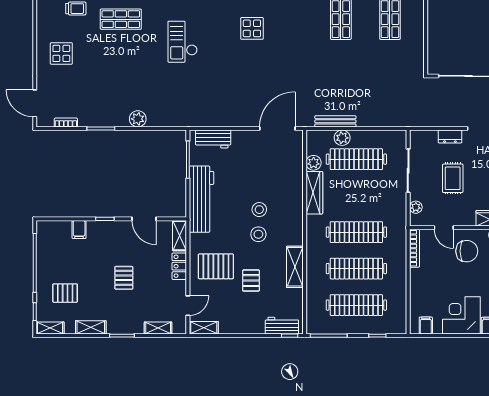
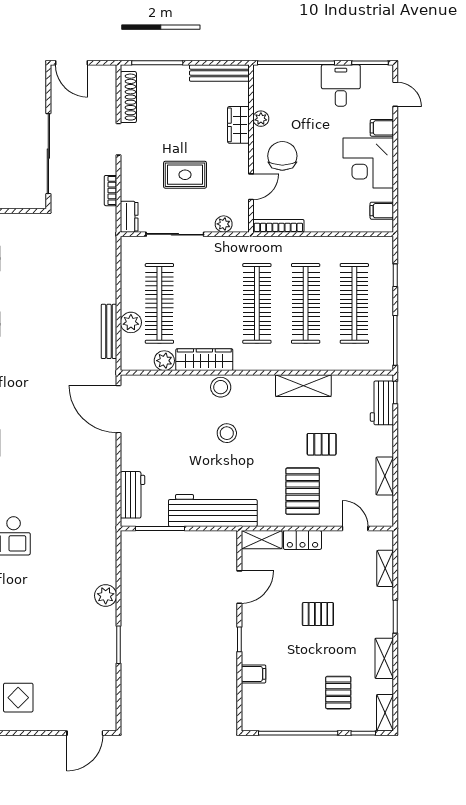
bookcase: (66, 122) -> (110, 191), moved
dresser: (450, 137) -> (129, 217), moved
stool: (258, 234) -> (221, 387), moved
shelving: (204, 328) -> (385, 476), moved

